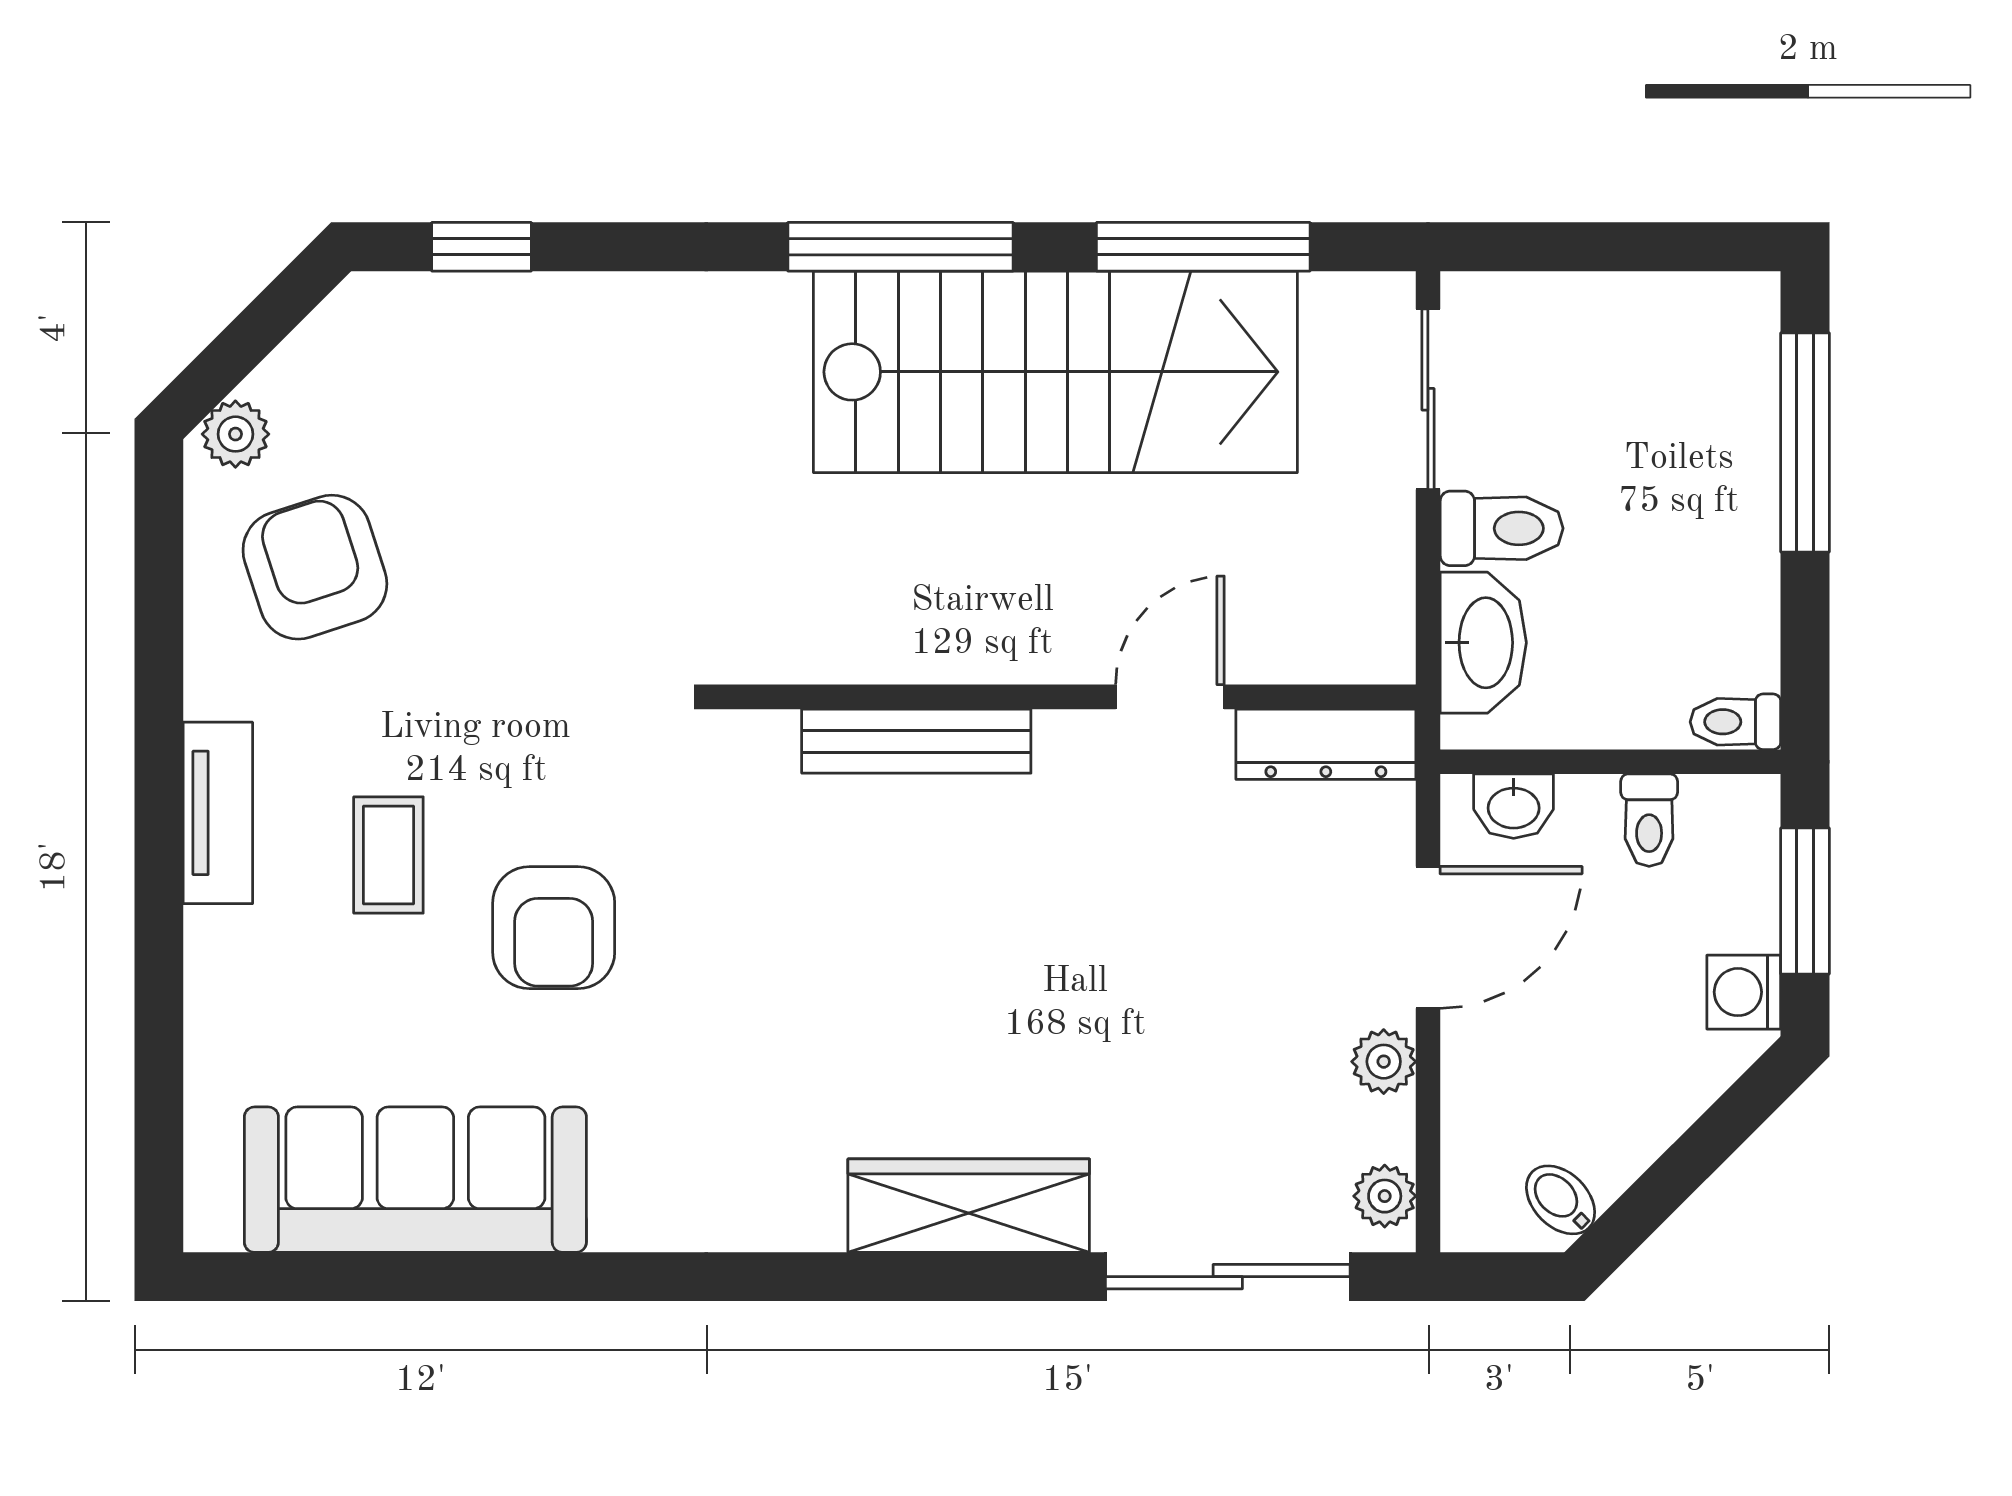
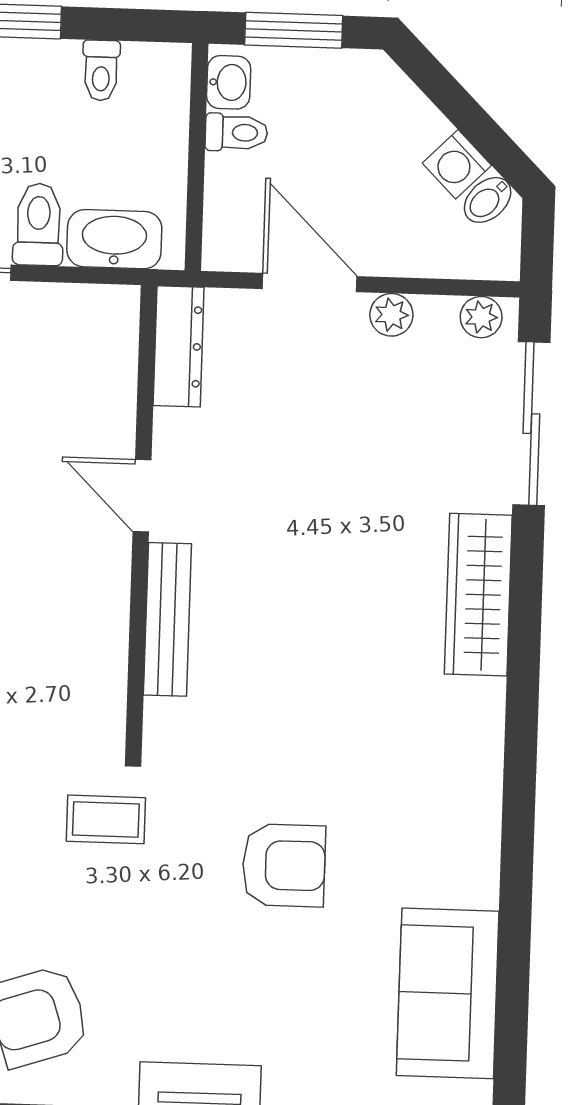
door: (1170, 697) -> (142, 496), moved
toilet: (1735, 722) -> (101, 70), moved
washbasin: (1514, 806) -> (229, 82), moved
coffee table: (388, 855) -> (106, 819), moved
washing machine: (1744, 992) -> (457, 164), moved, turned 45
sofa: (415, 1180) -> (448, 993), width x0.73

